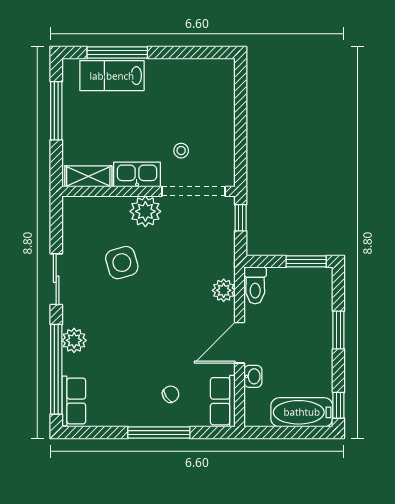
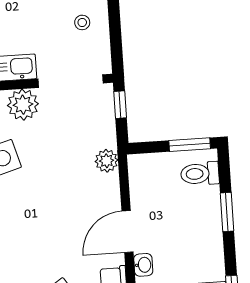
stool: (181, 151) -> (82, 22), moved
toilet: (255, 285) -> (200, 174), moved, turned 90
plant: (224, 290) -> (107, 161), moved

